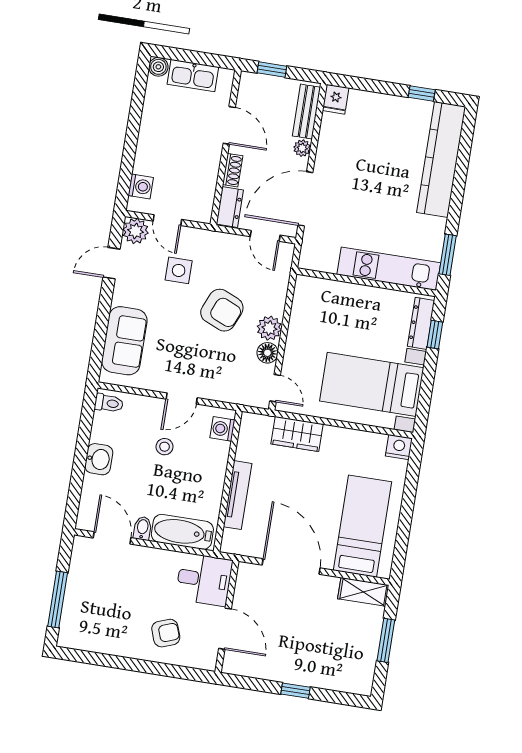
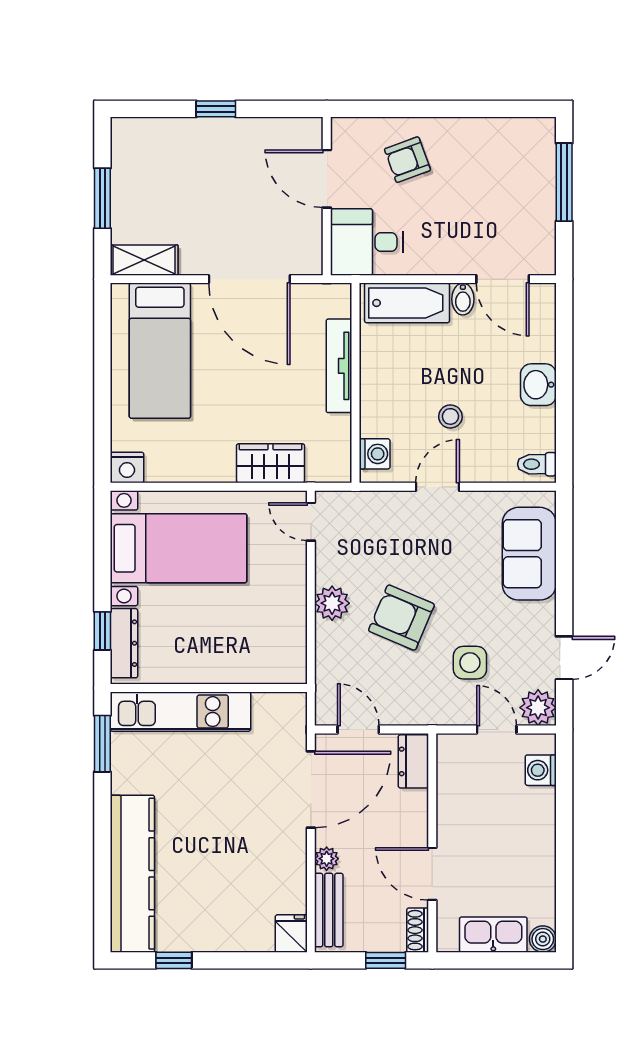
shoe rack: (233, 170) -> (418, 930), moved
floor lamp: (267, 353) -> (329, 569), removed

